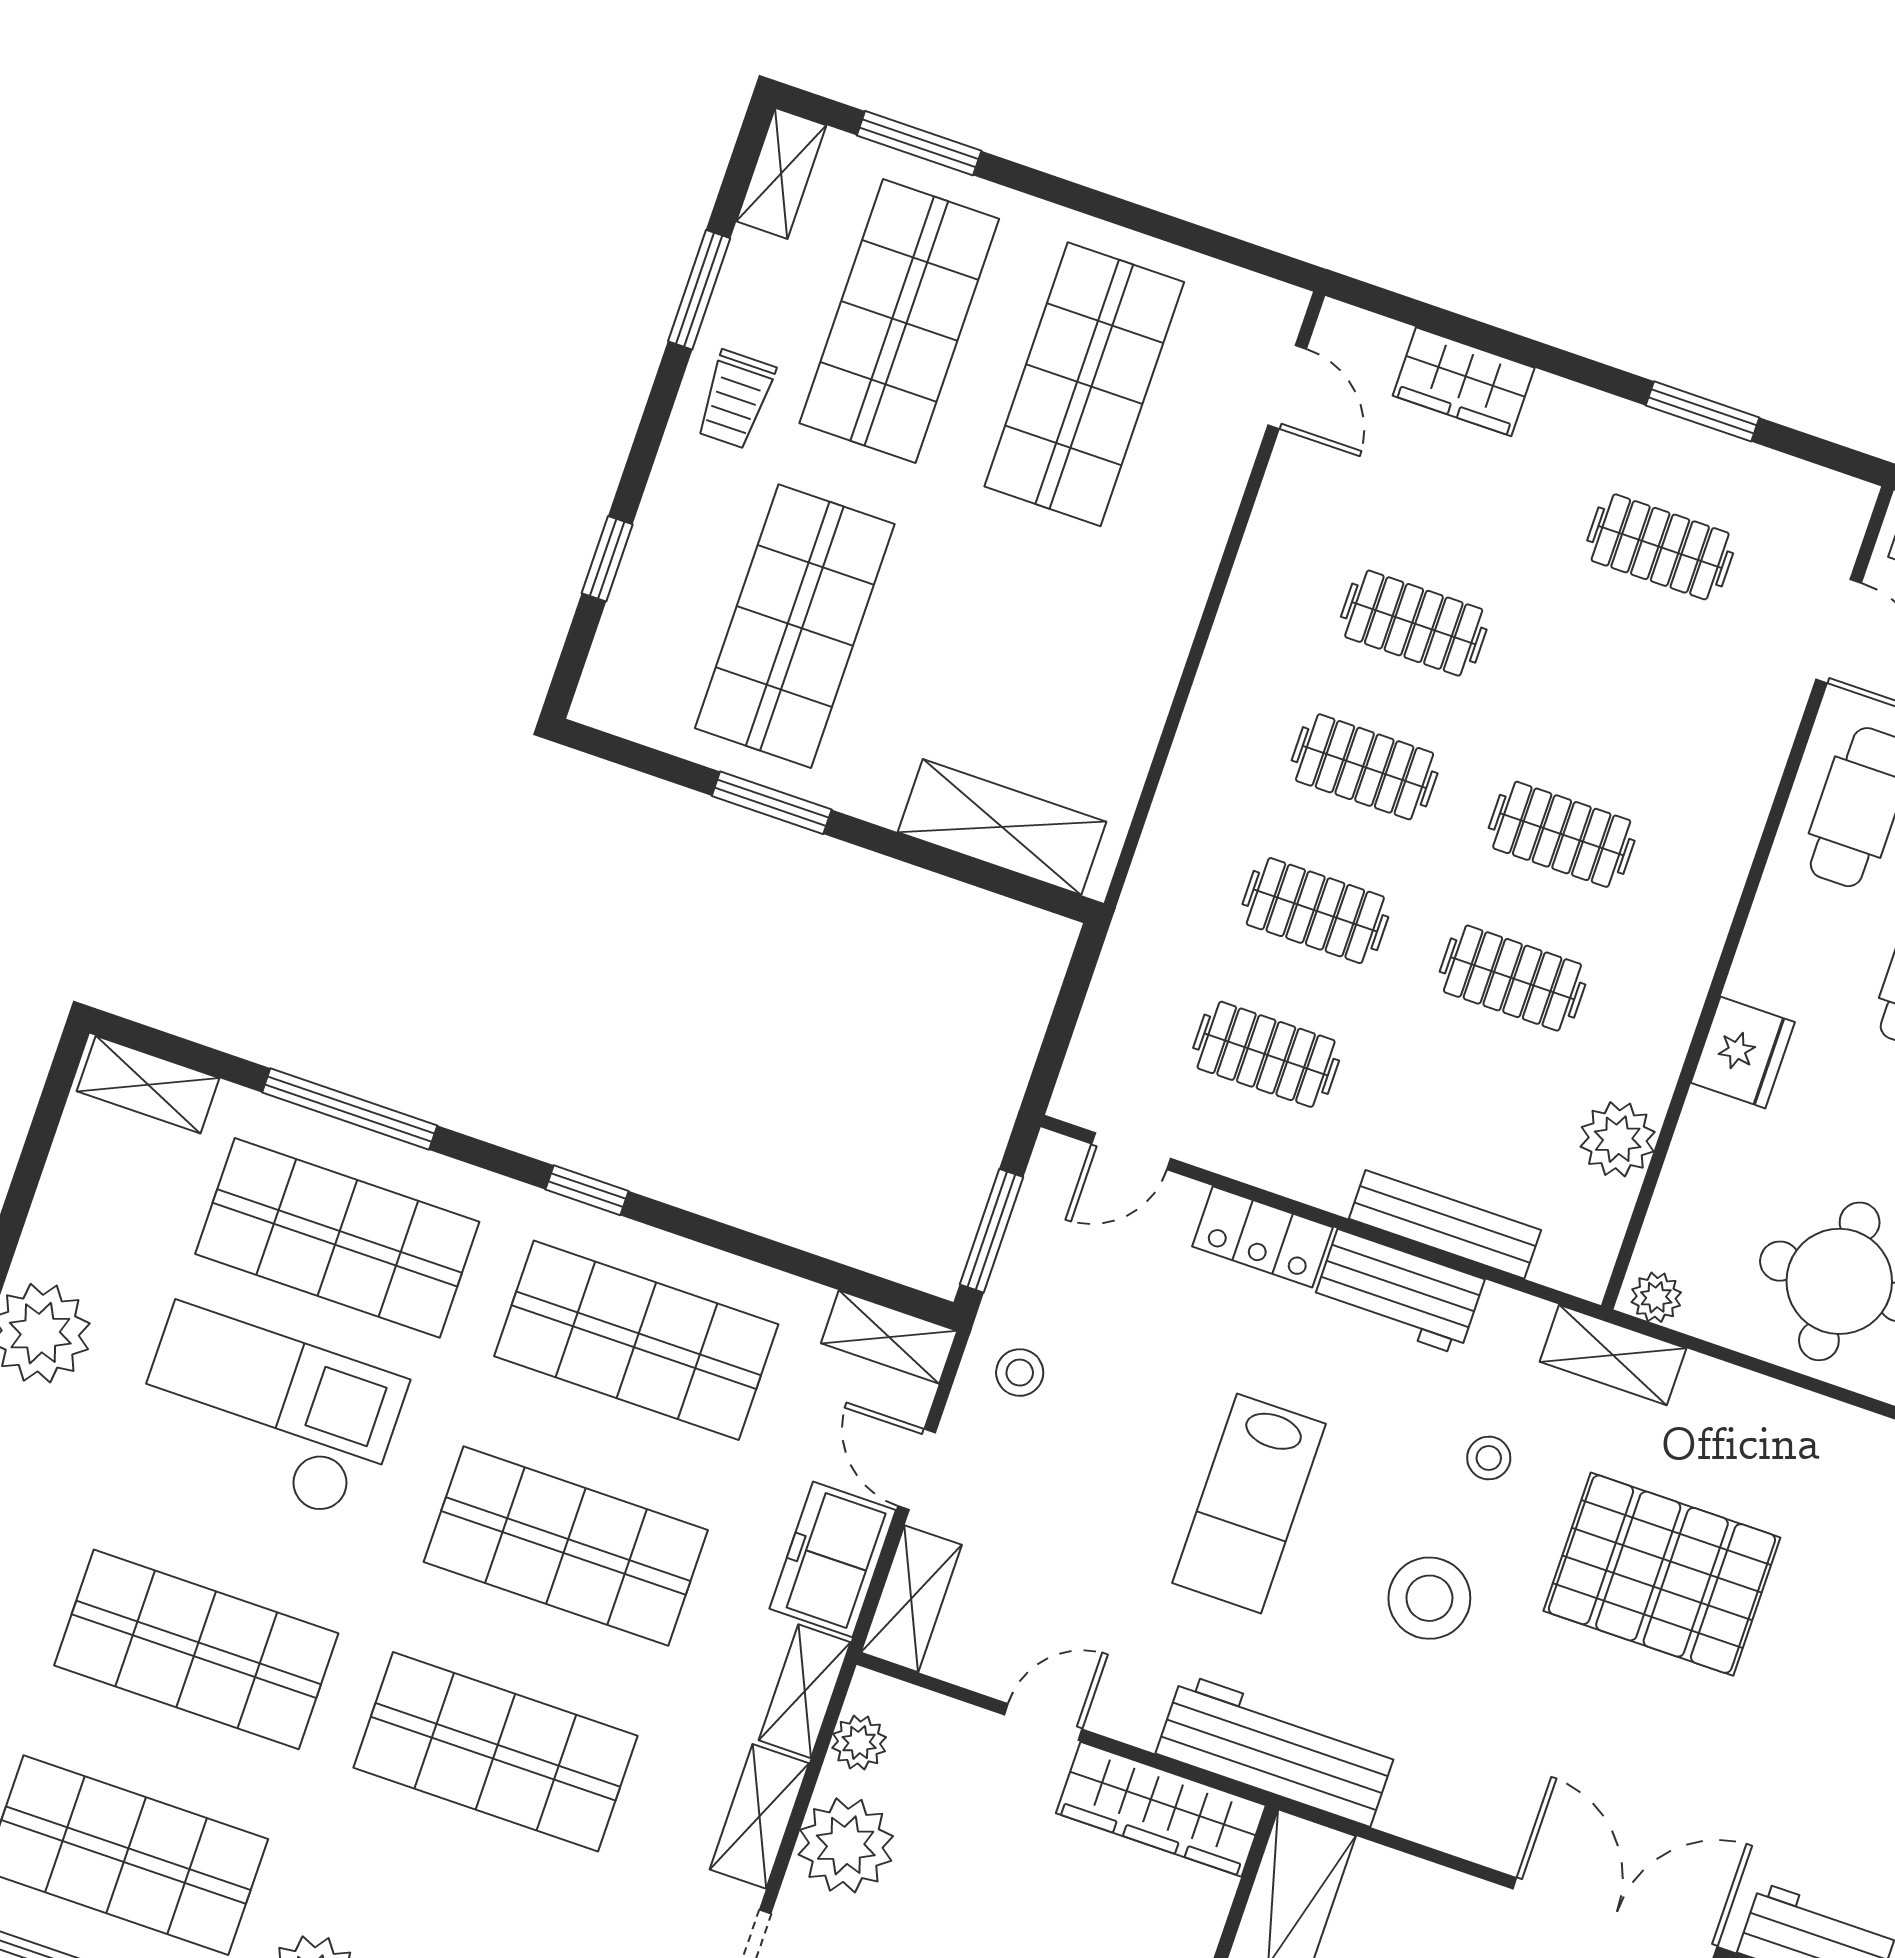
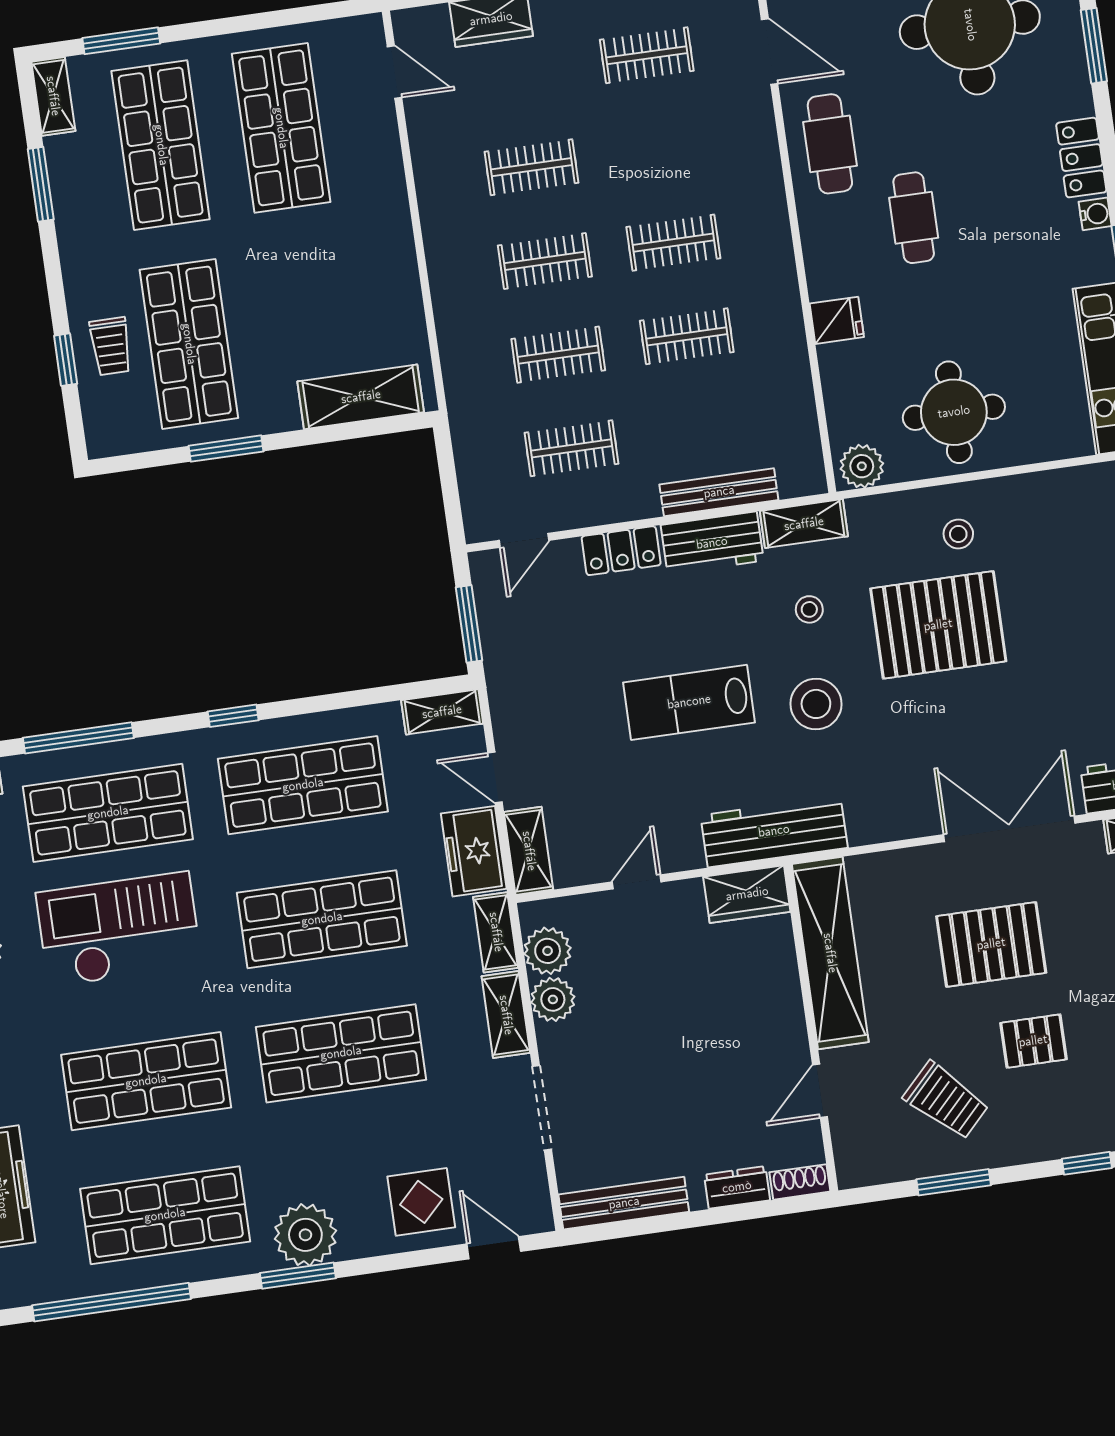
trolley: (735, 399) -> (111, 346), moved
fridge: (1743, 1052) -> (837, 320), width x0.72
plant: (1618, 1139) -> (791, 396), removed
plant: (1656, 1297) -> (862, 466), width x1.38, depth x1.38
shelving: (1613, 1355) -> (804, 524), moved
stool: (1020, 1373) -> (958, 534), moved
lab bench: (1249, 1503) -> (689, 702), turned 90
plant: (859, 1743) -> (548, 951), width x1.38, depth x1.38
wardrobe: (1161, 1809) -> (747, 894), width x0.67
plant: (846, 1845) -> (553, 999), width x0.73, depth x0.73

